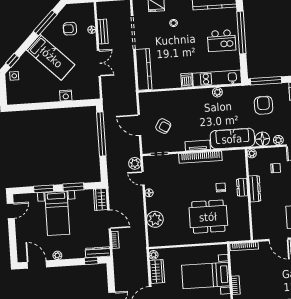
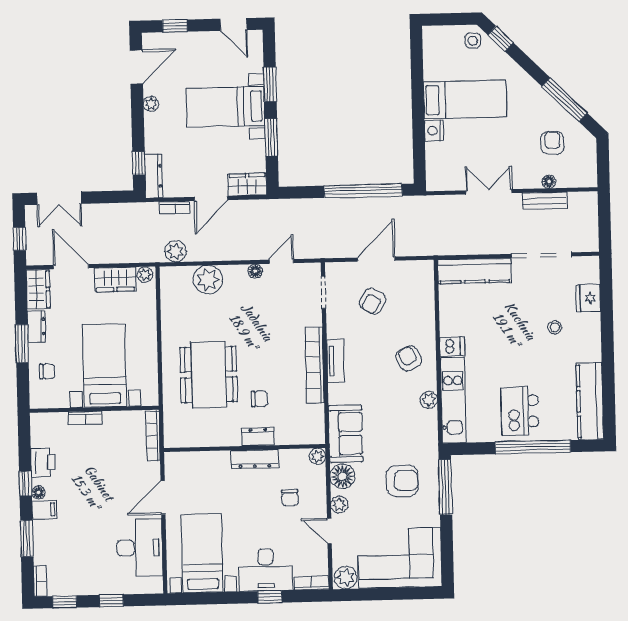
bed: (51, 57) -> (465, 99), moved, turned -135
double door: (99, 63) -> (489, 192), swing flipped
armchair: (194, 104) -> (409, 358), added
sofa: (232, 139) -> (346, 434), width x0.73
plant: (135, 163) -> (176, 251), moved
window: (13, 244) -> (175, 26), added

